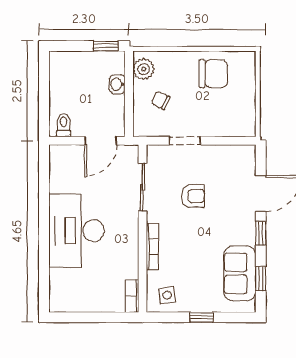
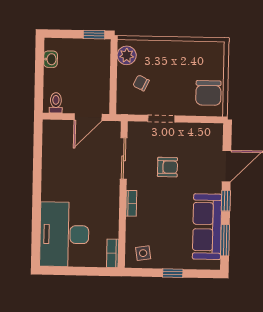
chair: (213, 74) -> (208, 93), moved, turned 90
washbasin: (117, 84) -> (51, 59), moved, turned 180
desk: (76, 231) -> (64, 234), moved
bookcase: (152, 247) -> (131, 203), width x0.64
sofa: (240, 273) -> (207, 227), width x1.36
window: (261, 279) -> (225, 240), width x1.50

